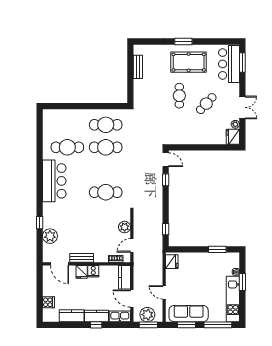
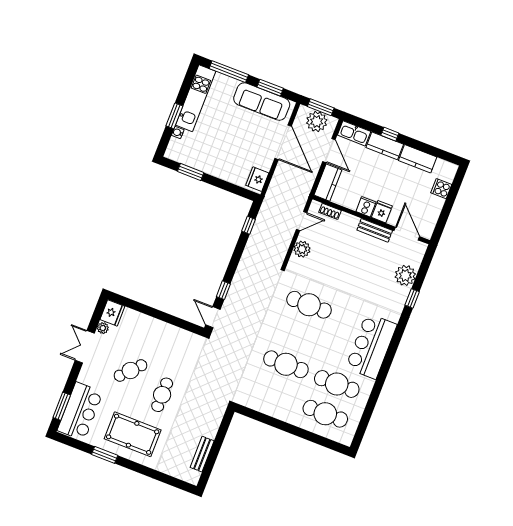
window: (183, 41) -> (105, 455), moved
cafe table: (106, 125) -> (325, 414), moved
door: (164, 292) -> (283, 142), width x1.87

